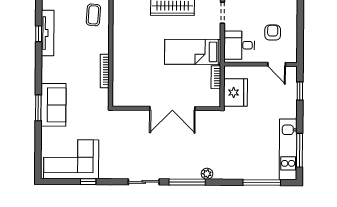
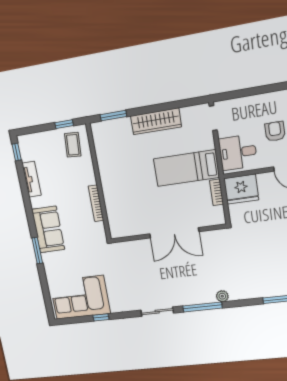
tv unit: (48, 33) -> (32, 179), width x0.71
window: (39, 34) -> (17, 152), moved
fridge: (235, 93) -> (241, 189), moved, turned 90
sofa: (53, 105) -> (48, 229), moved

